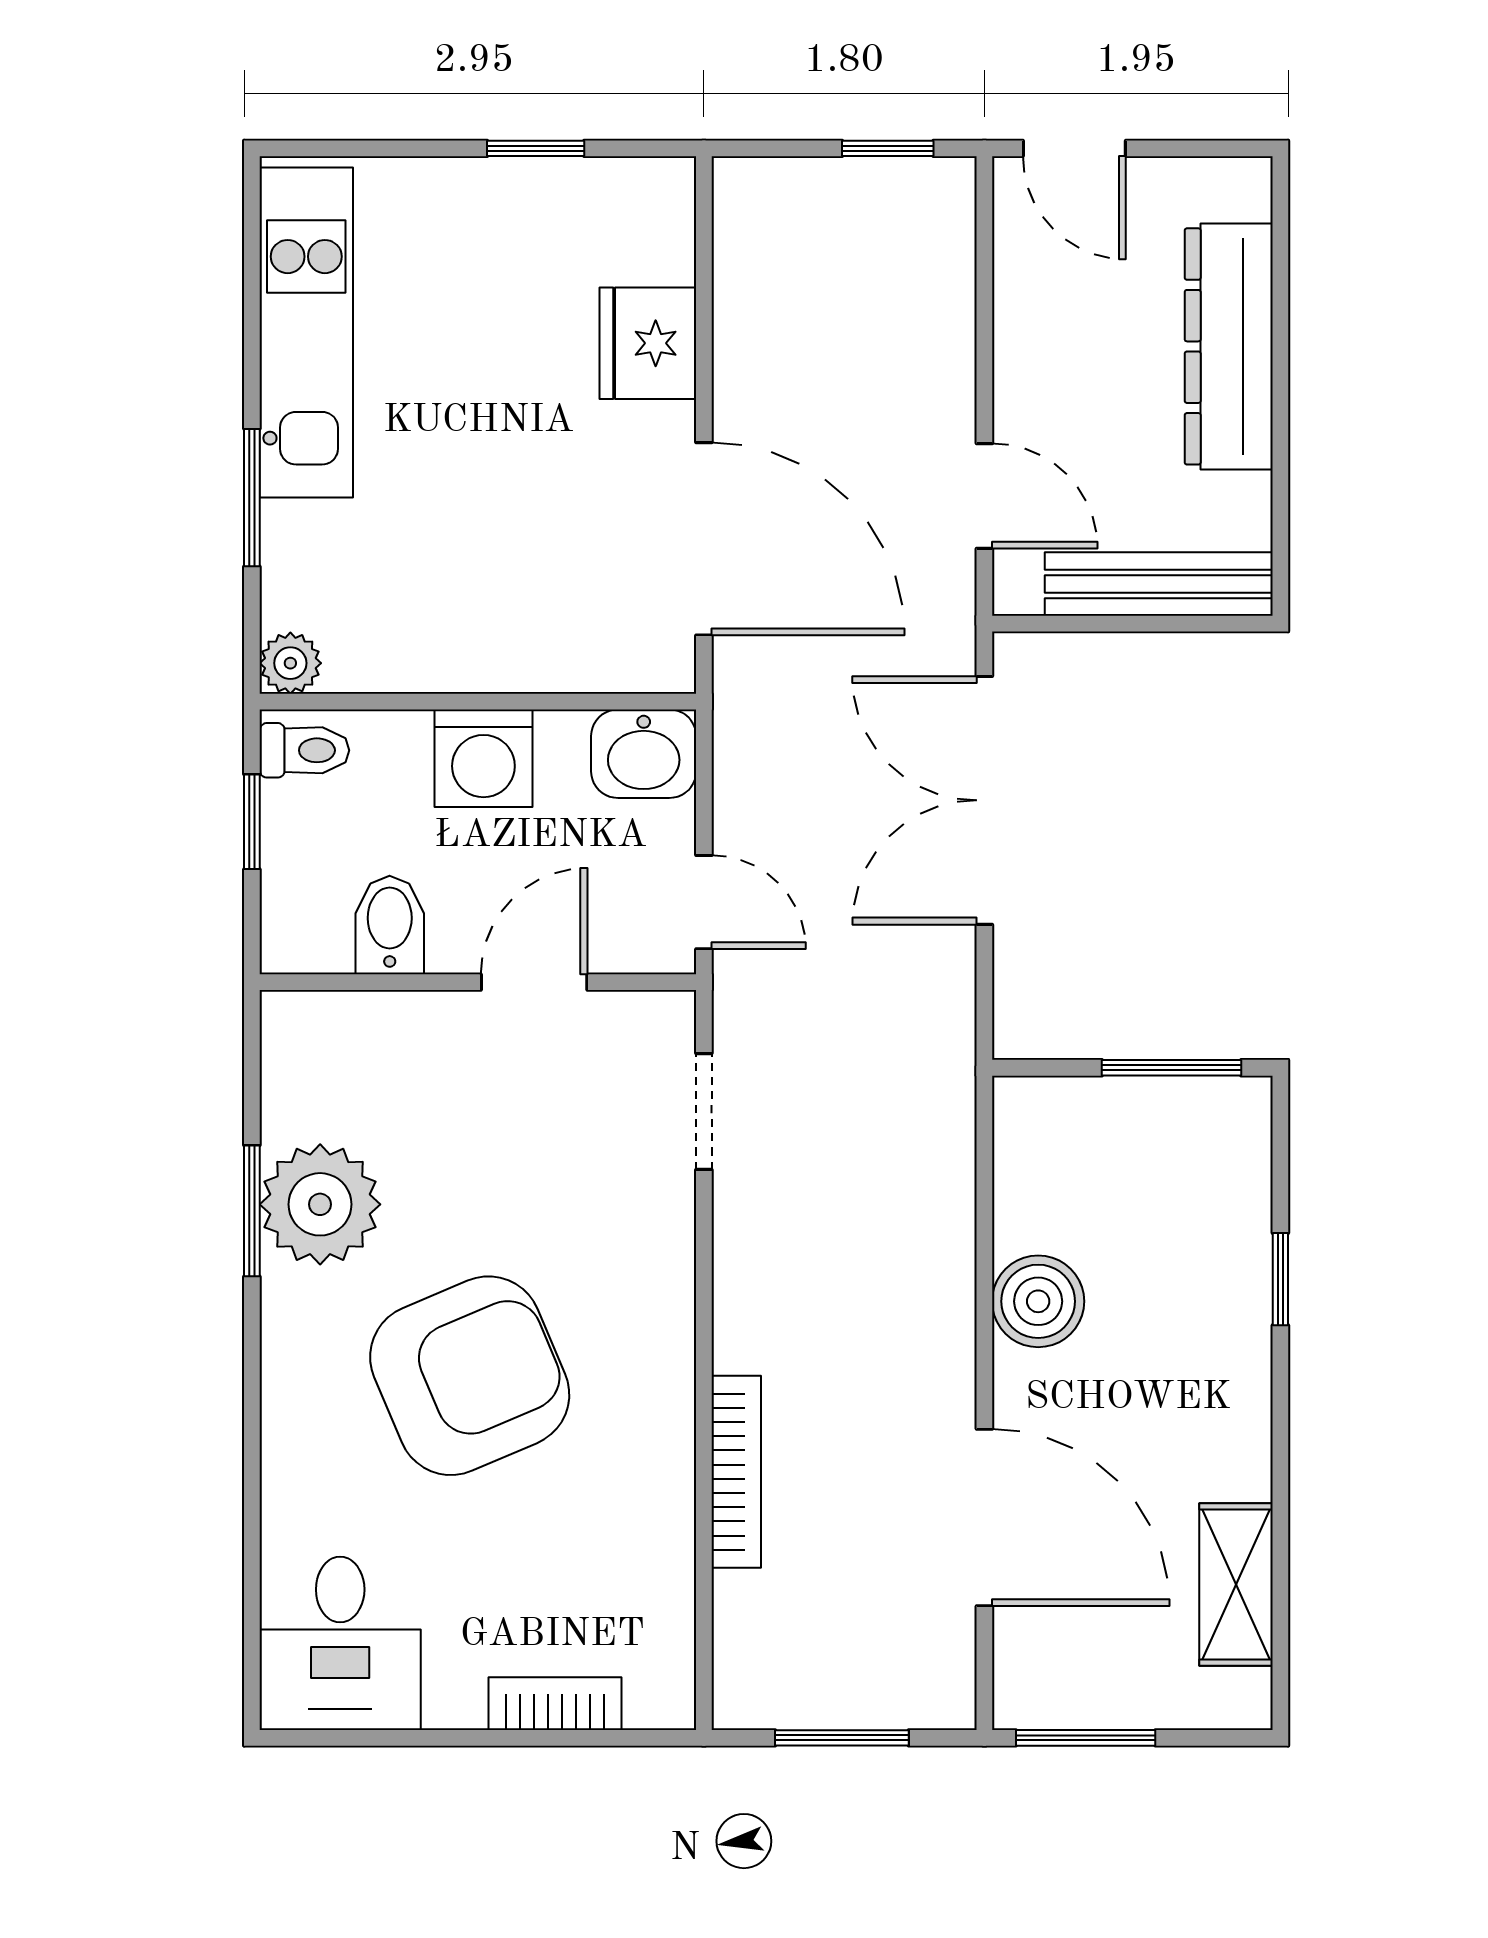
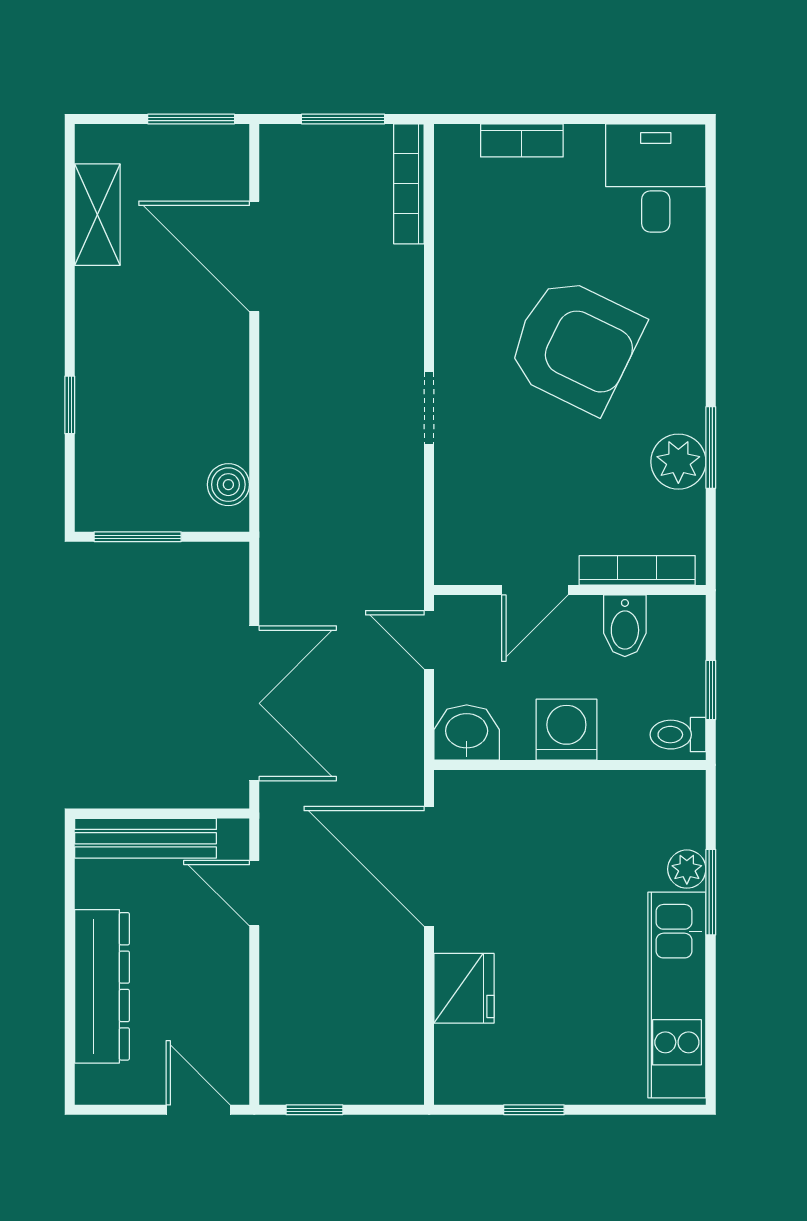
plant: (290, 663) -> (687, 869), moved
bookcase: (370, 1014) -> (637, 570), added
doorway: (704, 1111) -> (429, 408), moved
plant: (320, 1204) -> (678, 462), width x0.73, depth x0.73
boiler: (1038, 1301) -> (228, 485), moved, width x0.73, depth x0.73
armchair: (470, 1376) -> (575, 345), turned -131
bookcase: (736, 1472) -> (409, 184), moved

